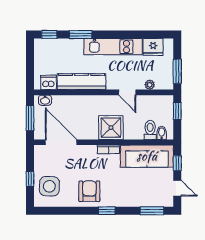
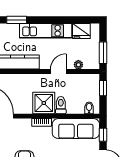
door: (127, 92) -> (58, 72), swing flipped
toilet: (150, 130) -> (61, 105), moved

